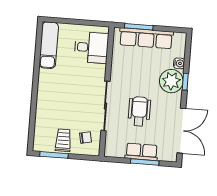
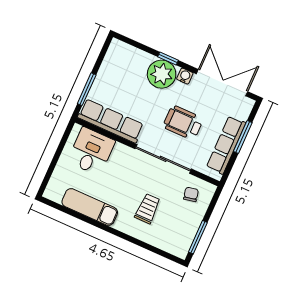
row of seats: (146, 38) -> (111, 121), moved, turned -90
exam couch: (49, 45) -> (90, 207), moved
water cooler: (179, 63) -> (185, 76), moved
trolley: (63, 140) -> (148, 209), moved, turned 90
row of seats: (142, 152) -> (226, 145), width x1.48

